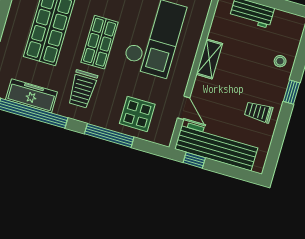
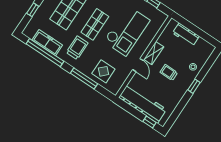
trolley: (83, 89) -> (77, 48), turned 180
door: (184, 108) -> (138, 65), moved
trolley: (259, 112) -> (169, 72), moved
window: (194, 160) -> (149, 122), moved

